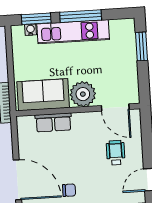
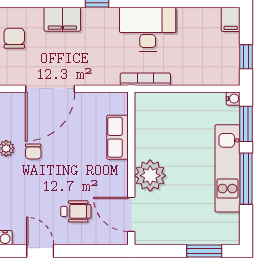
water cooler: (31, 30) -> (233, 99), moved
sofa: (43, 95) -> (152, 127), removed
door: (115, 108) -> (131, 214), hinge flipped

